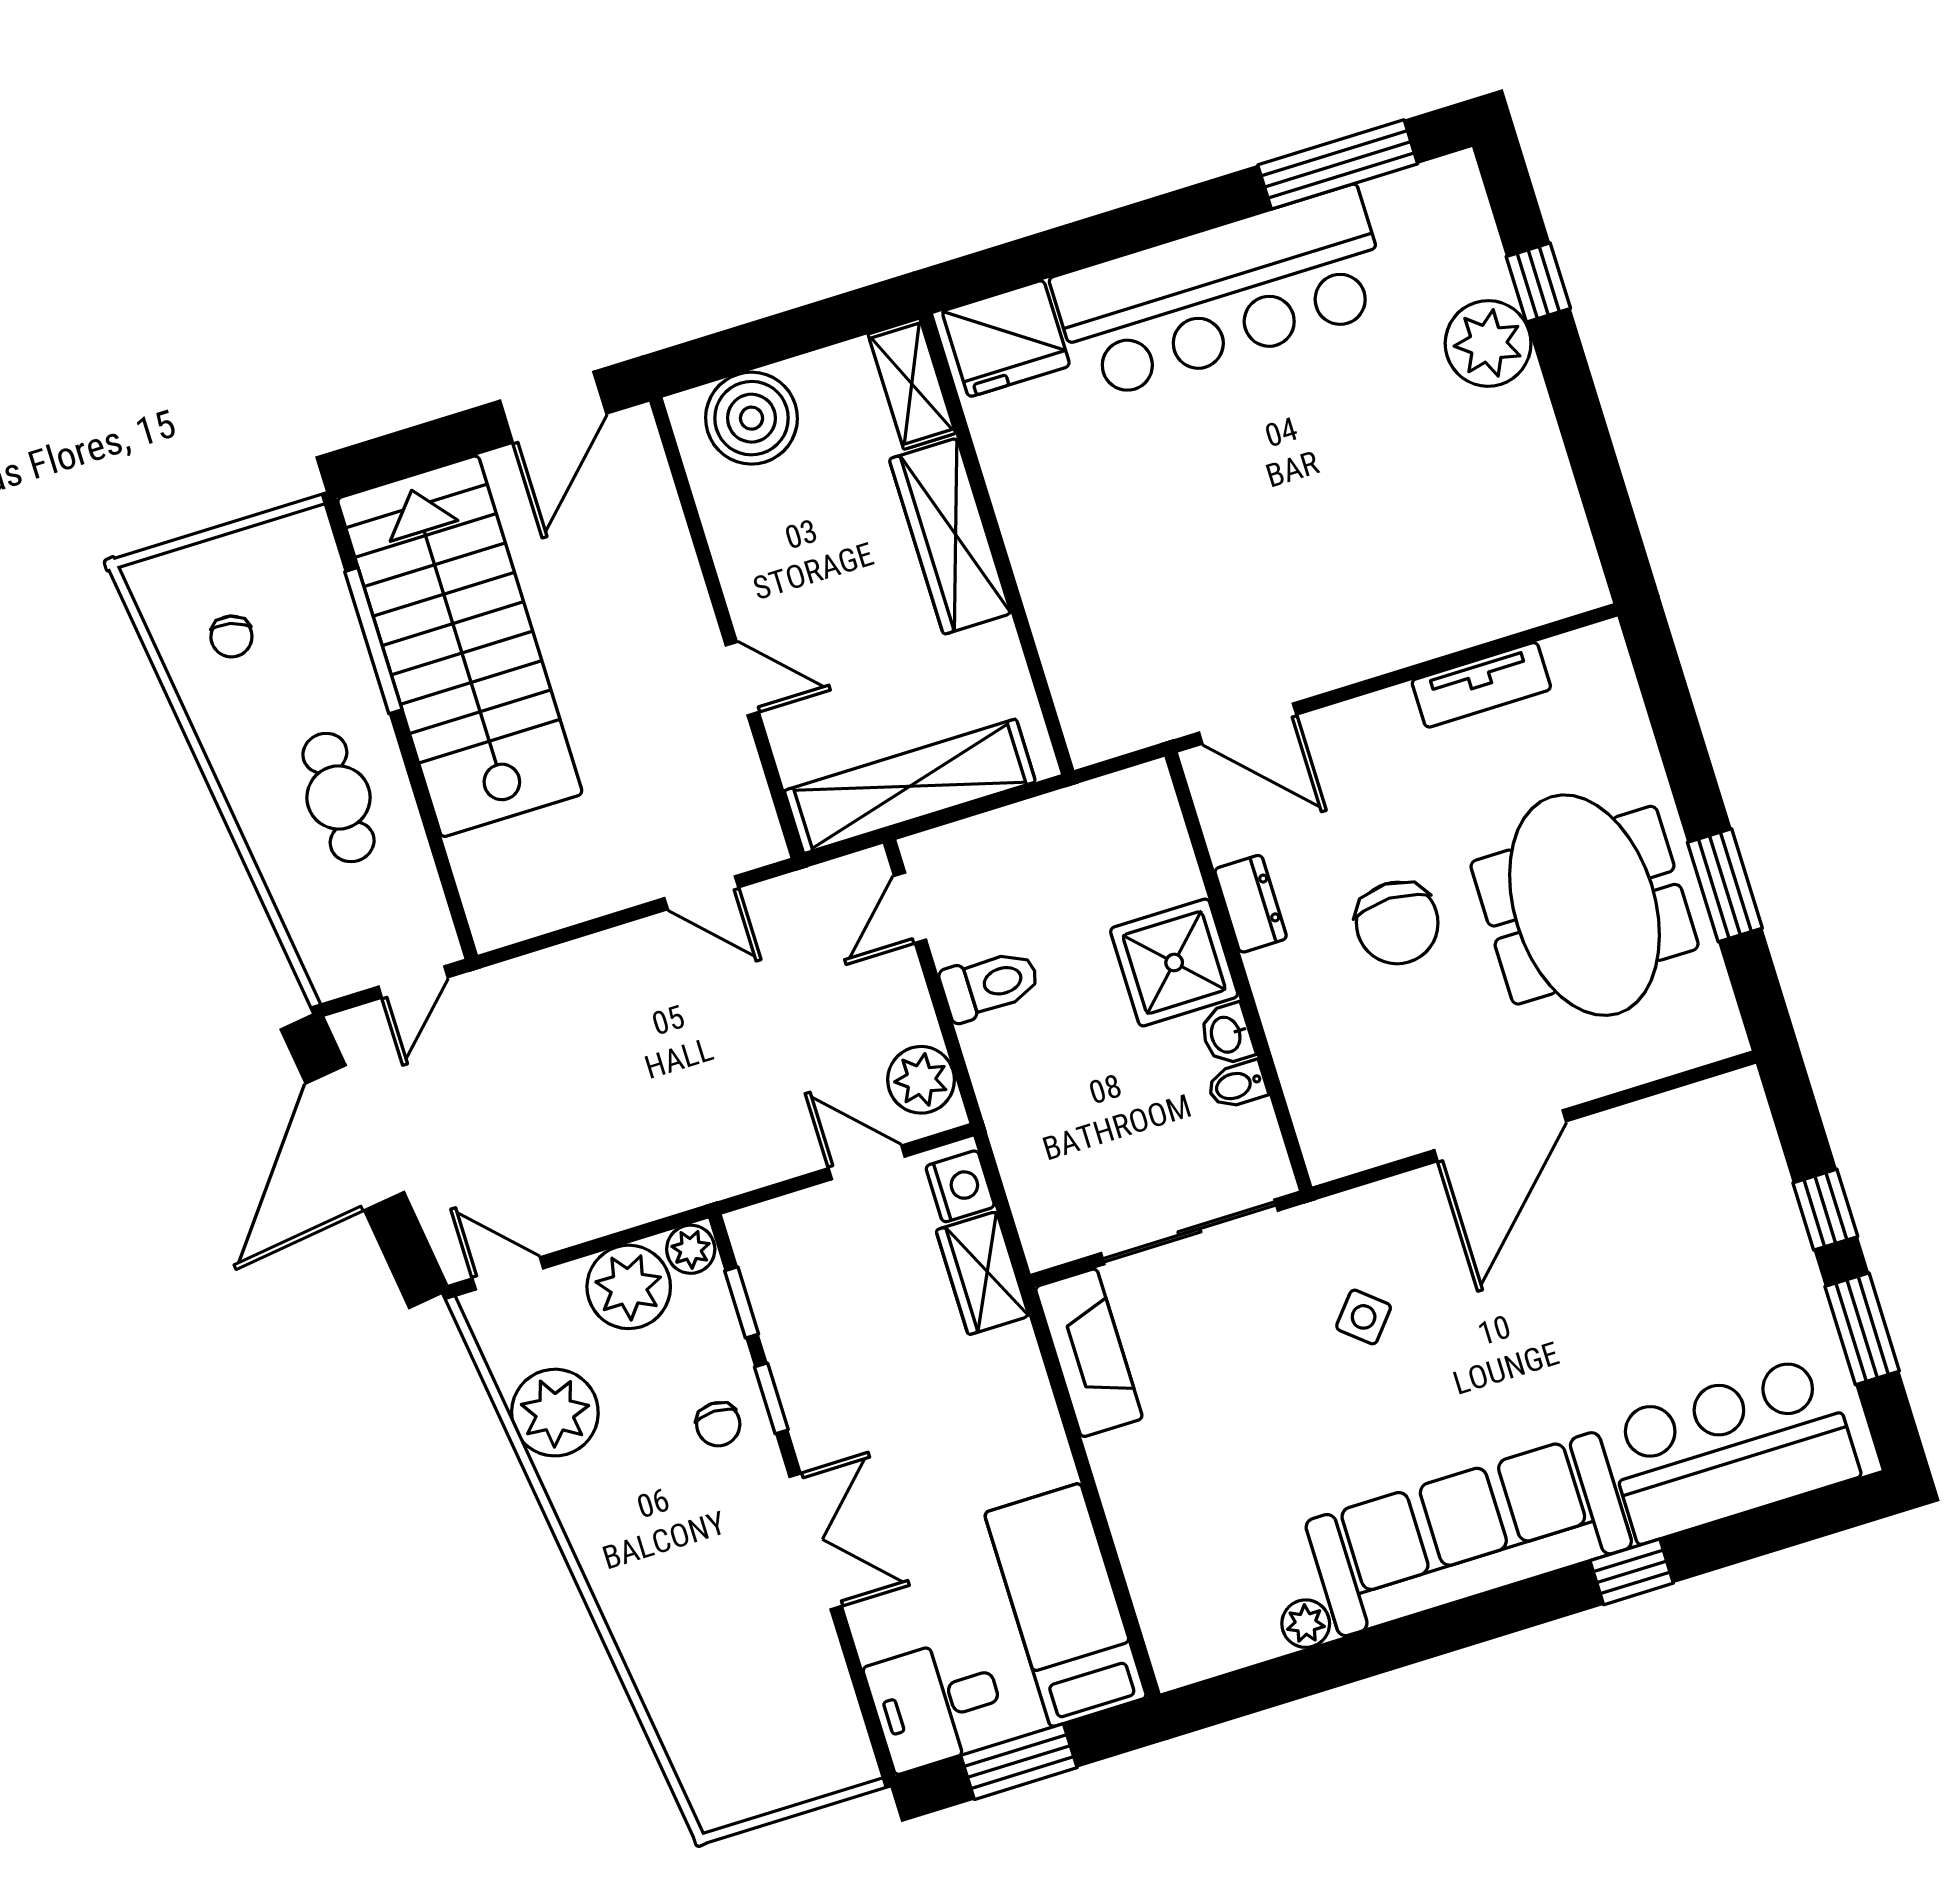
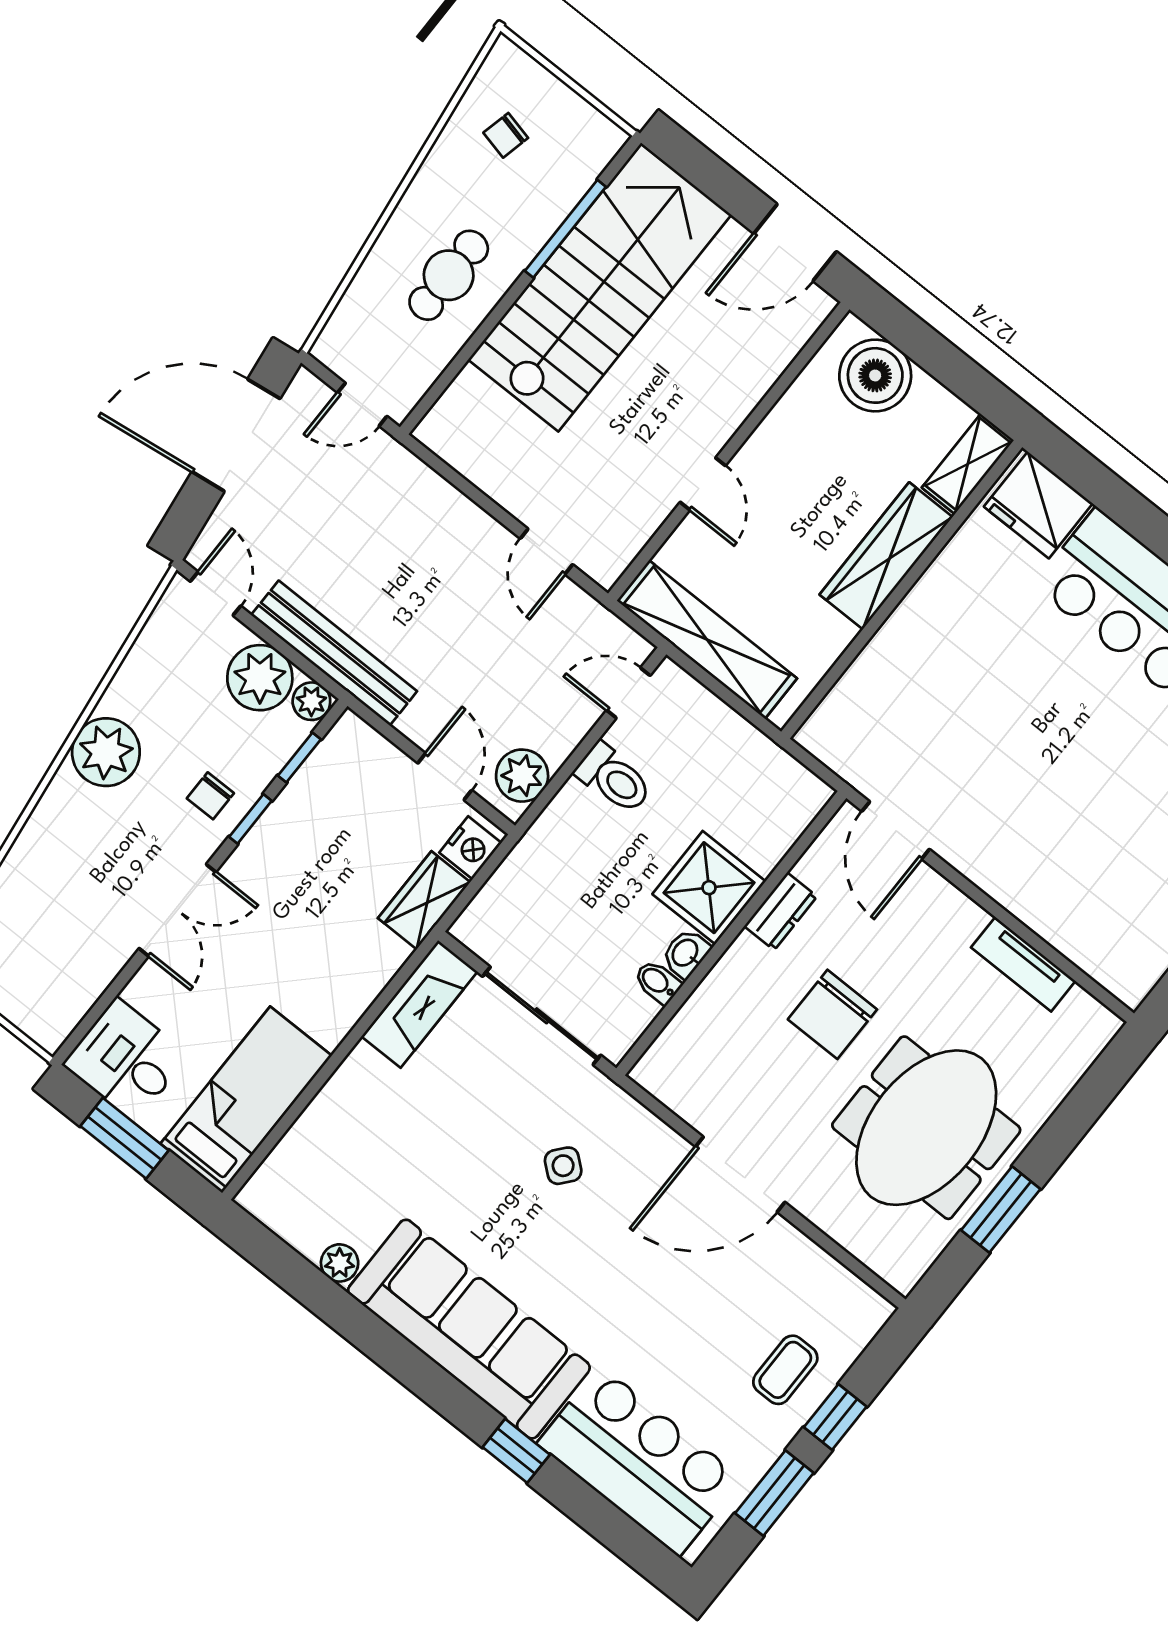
bench: (656, 1191) -> (334, 653), added
coffee table: (1739, 1229) -> (785, 1370), added
plant: (555, 1413) -> (106, 752), moved

